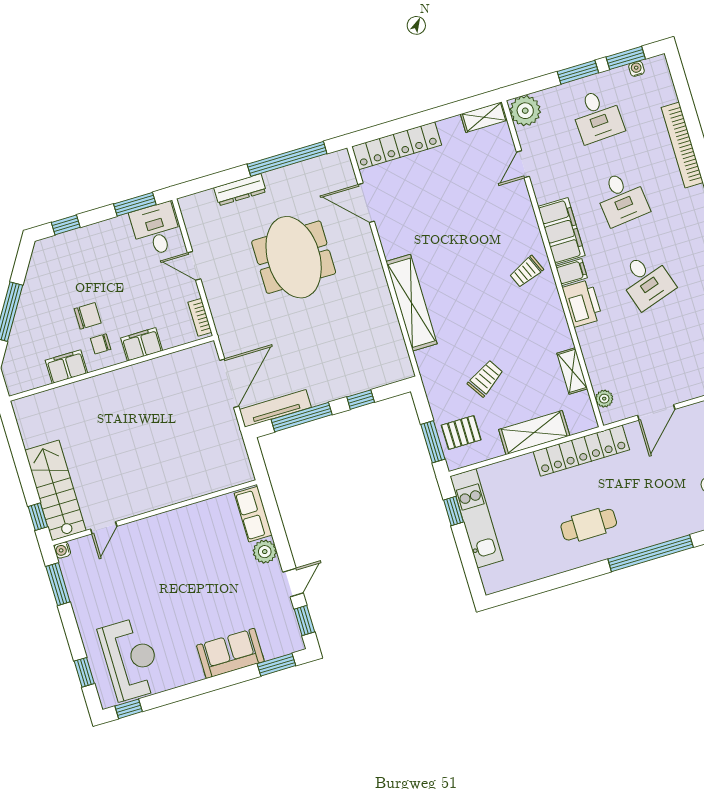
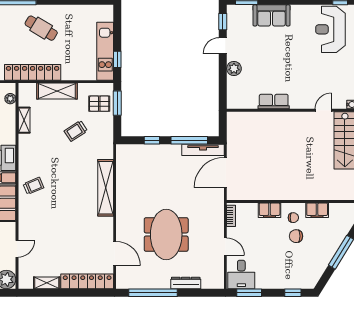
shelving: (484, 117) -> (47, 283), moved
row of seats: (253, 514) -> (274, 102), moved, turned -90
cafe table: (589, 525) -> (41, 28), turned 31

